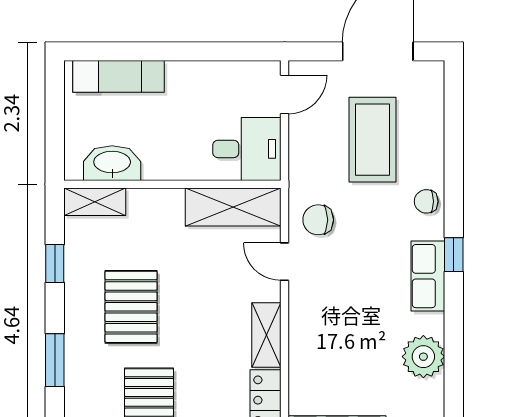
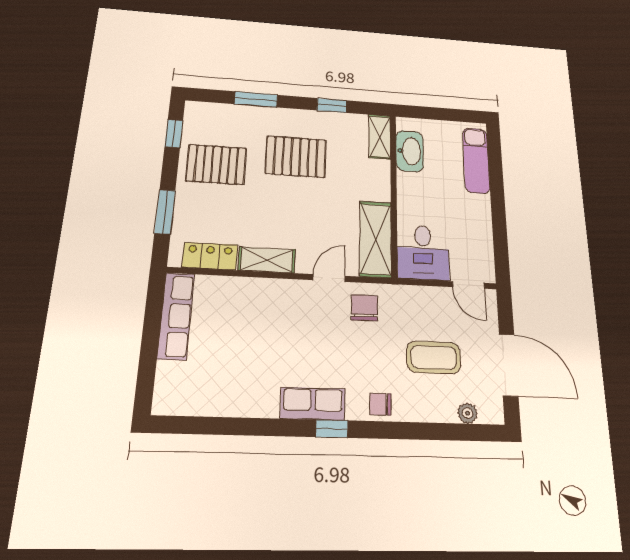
coffee table: (372, 140) -> (434, 357), width x0.73, depth x0.76
chair: (426, 201) -> (380, 404), turned -90
plant: (423, 357) -> (468, 413), moved, width x0.53, depth x0.53

